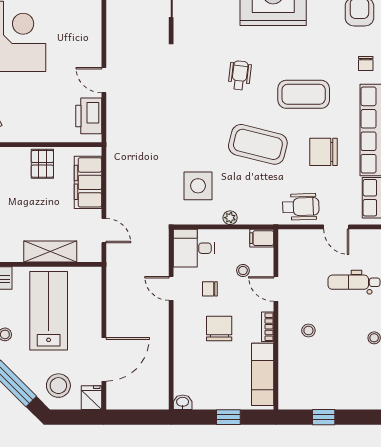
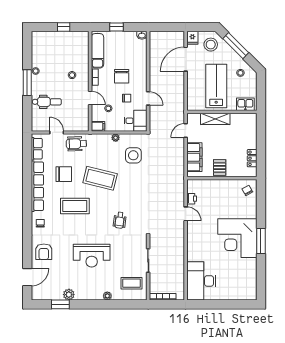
wheelchair: (240, 75) -> (120, 220), moved
printer: (89, 116) -> (192, 199), width x0.53, depth x0.68
door: (104, 231) -> (186, 130), hinge flipped
lab bench: (49, 311) -> (216, 86), turned 180

